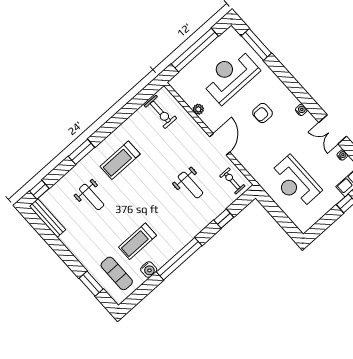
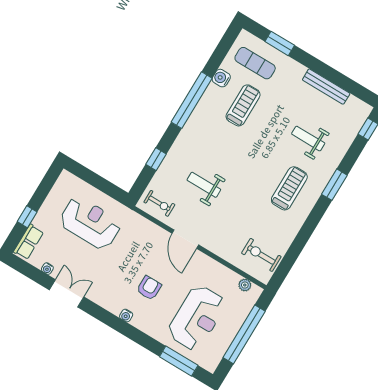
plant: (198, 109) -> (245, 285), moved
water cooler: (301, 110) -> (126, 315), moved
bench: (47, 218) -> (326, 87), moved

